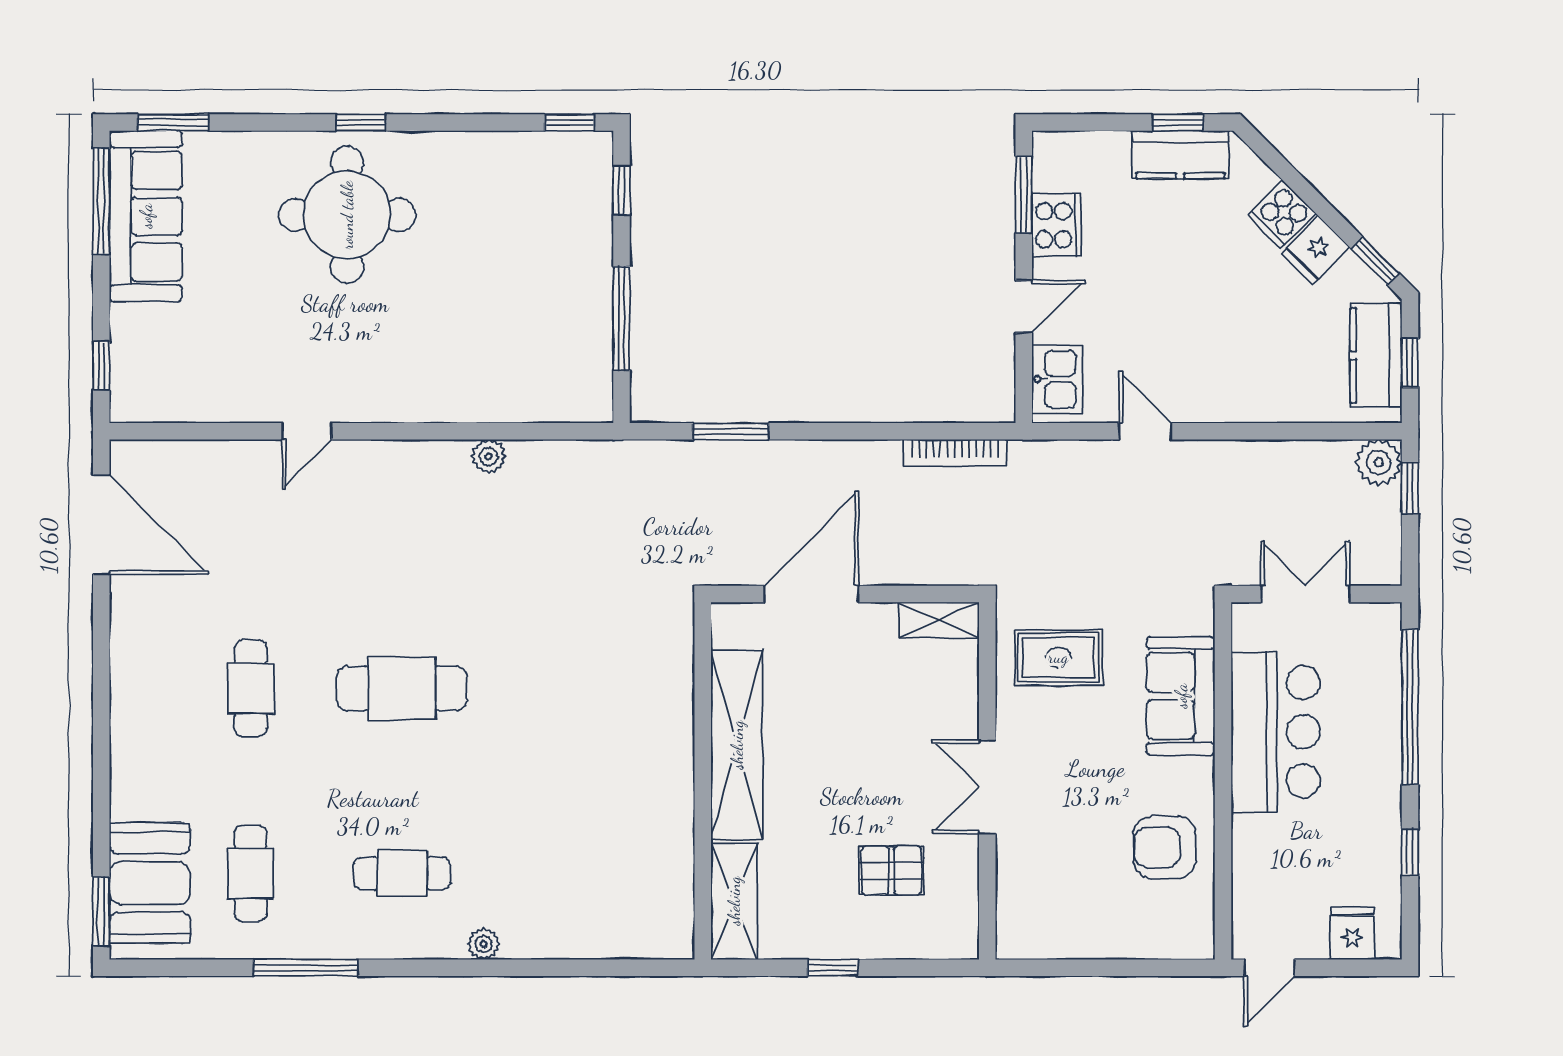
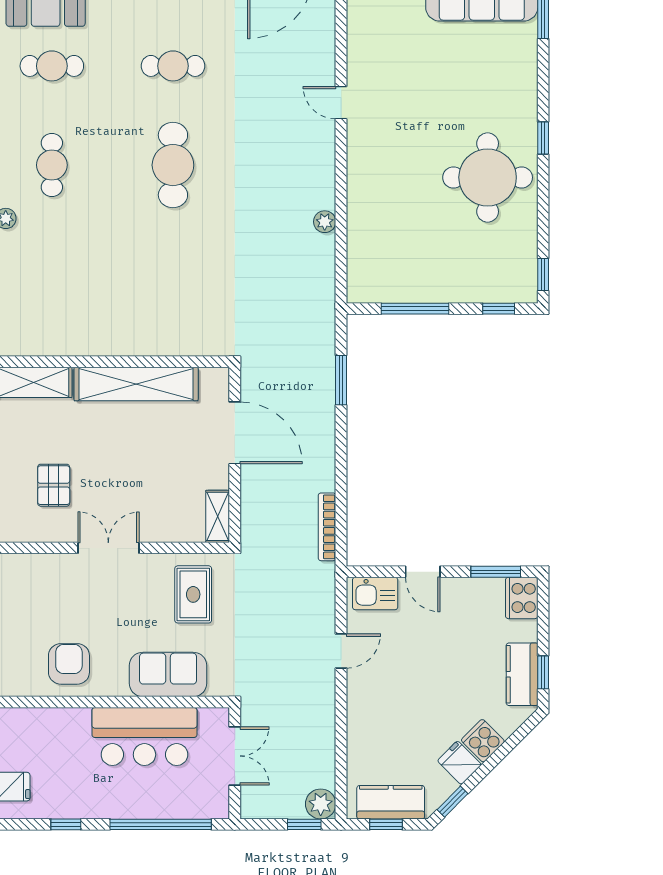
round table: (347, 215) -> (488, 177), moved
cooker: (1057, 225) -> (522, 598), moved, turned 90

